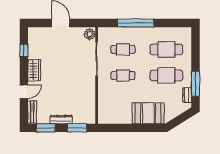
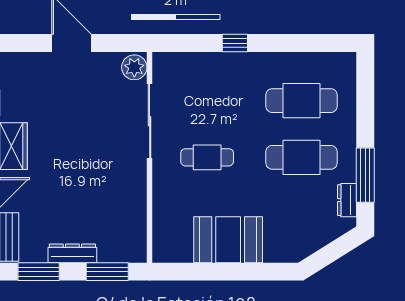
window: (136, 23) -> (235, 43), width x0.32
cafe table: (123, 49) -> (207, 101), removed
booth: (148, 113) -> (228, 240), moved

